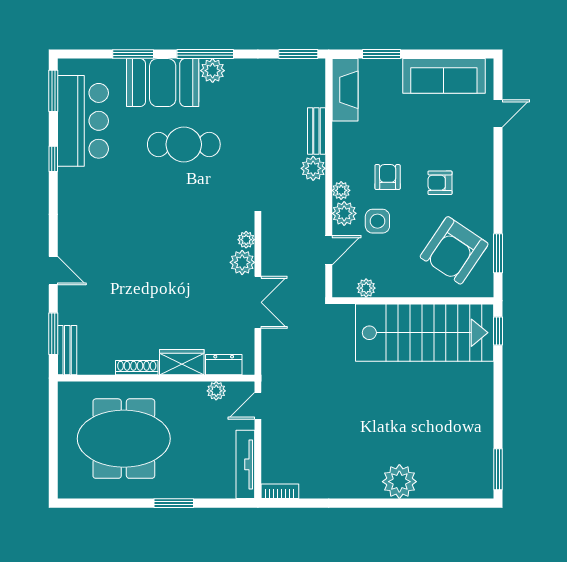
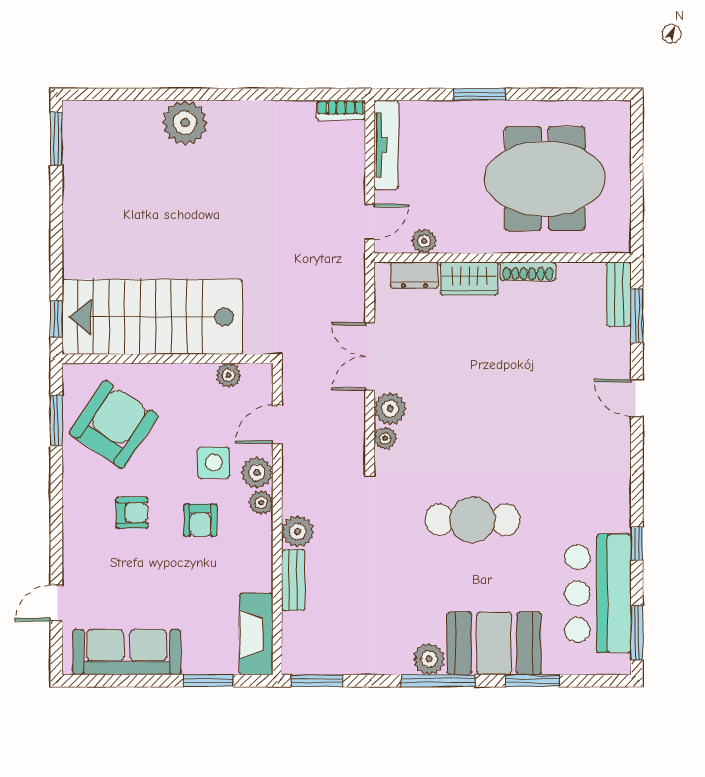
cafe table: (184, 144) -> (472, 520), moved

